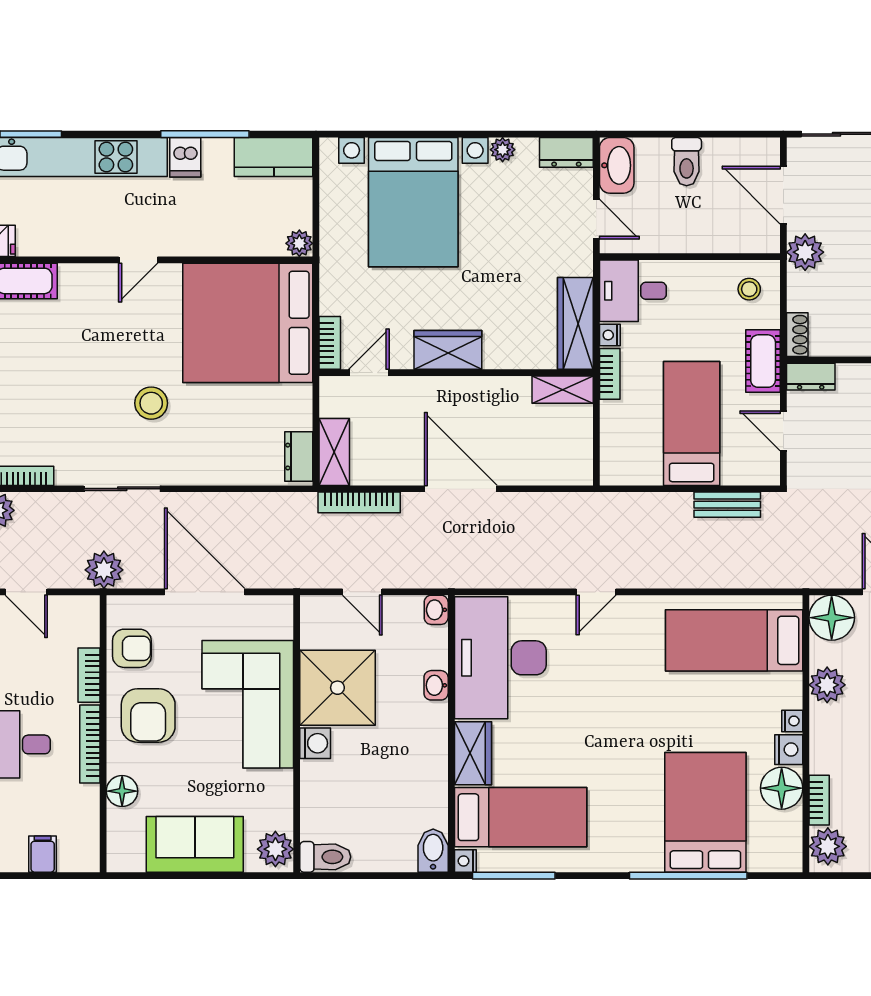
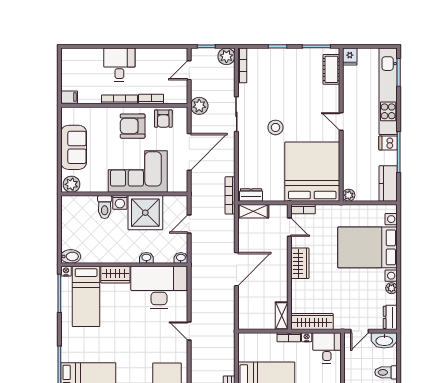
bookcase: (359, 502) -> (230, 195), moved
floor lamp: (122, 791) -> (98, 114), removed
filing cabinet: (43, 854) -> (69, 97), moved
toilet: (325, 857) -> (105, 207), moved

